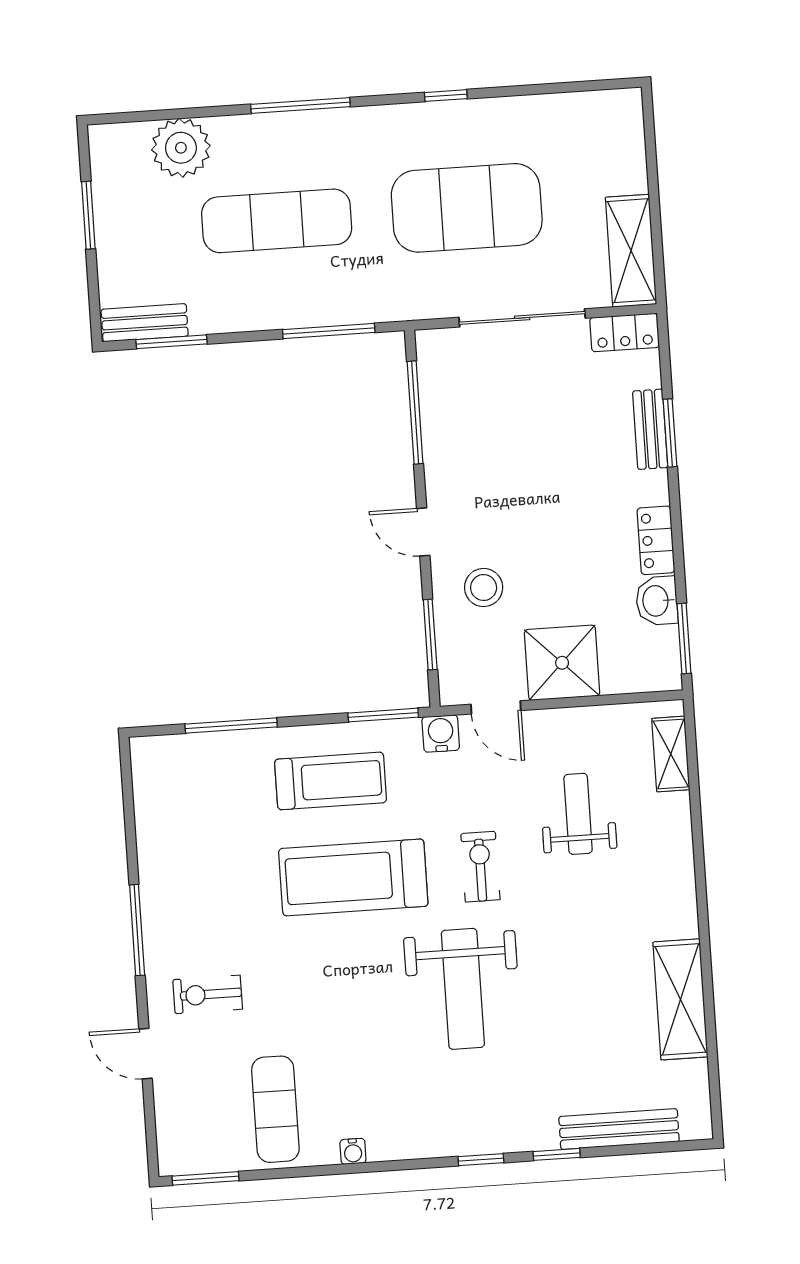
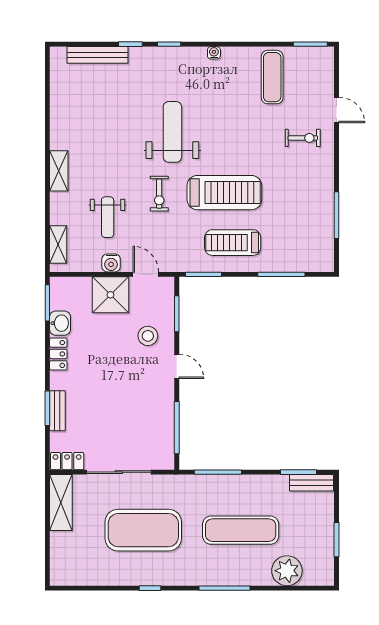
water cooler: (441, 733) -> (111, 263), moved
window: (137, 930) -> (336, 215), moved
shelving: (680, 999) -> (59, 171), moved, width x0.67, depth x0.75
water cooler: (353, 1151) -> (214, 53), moved

